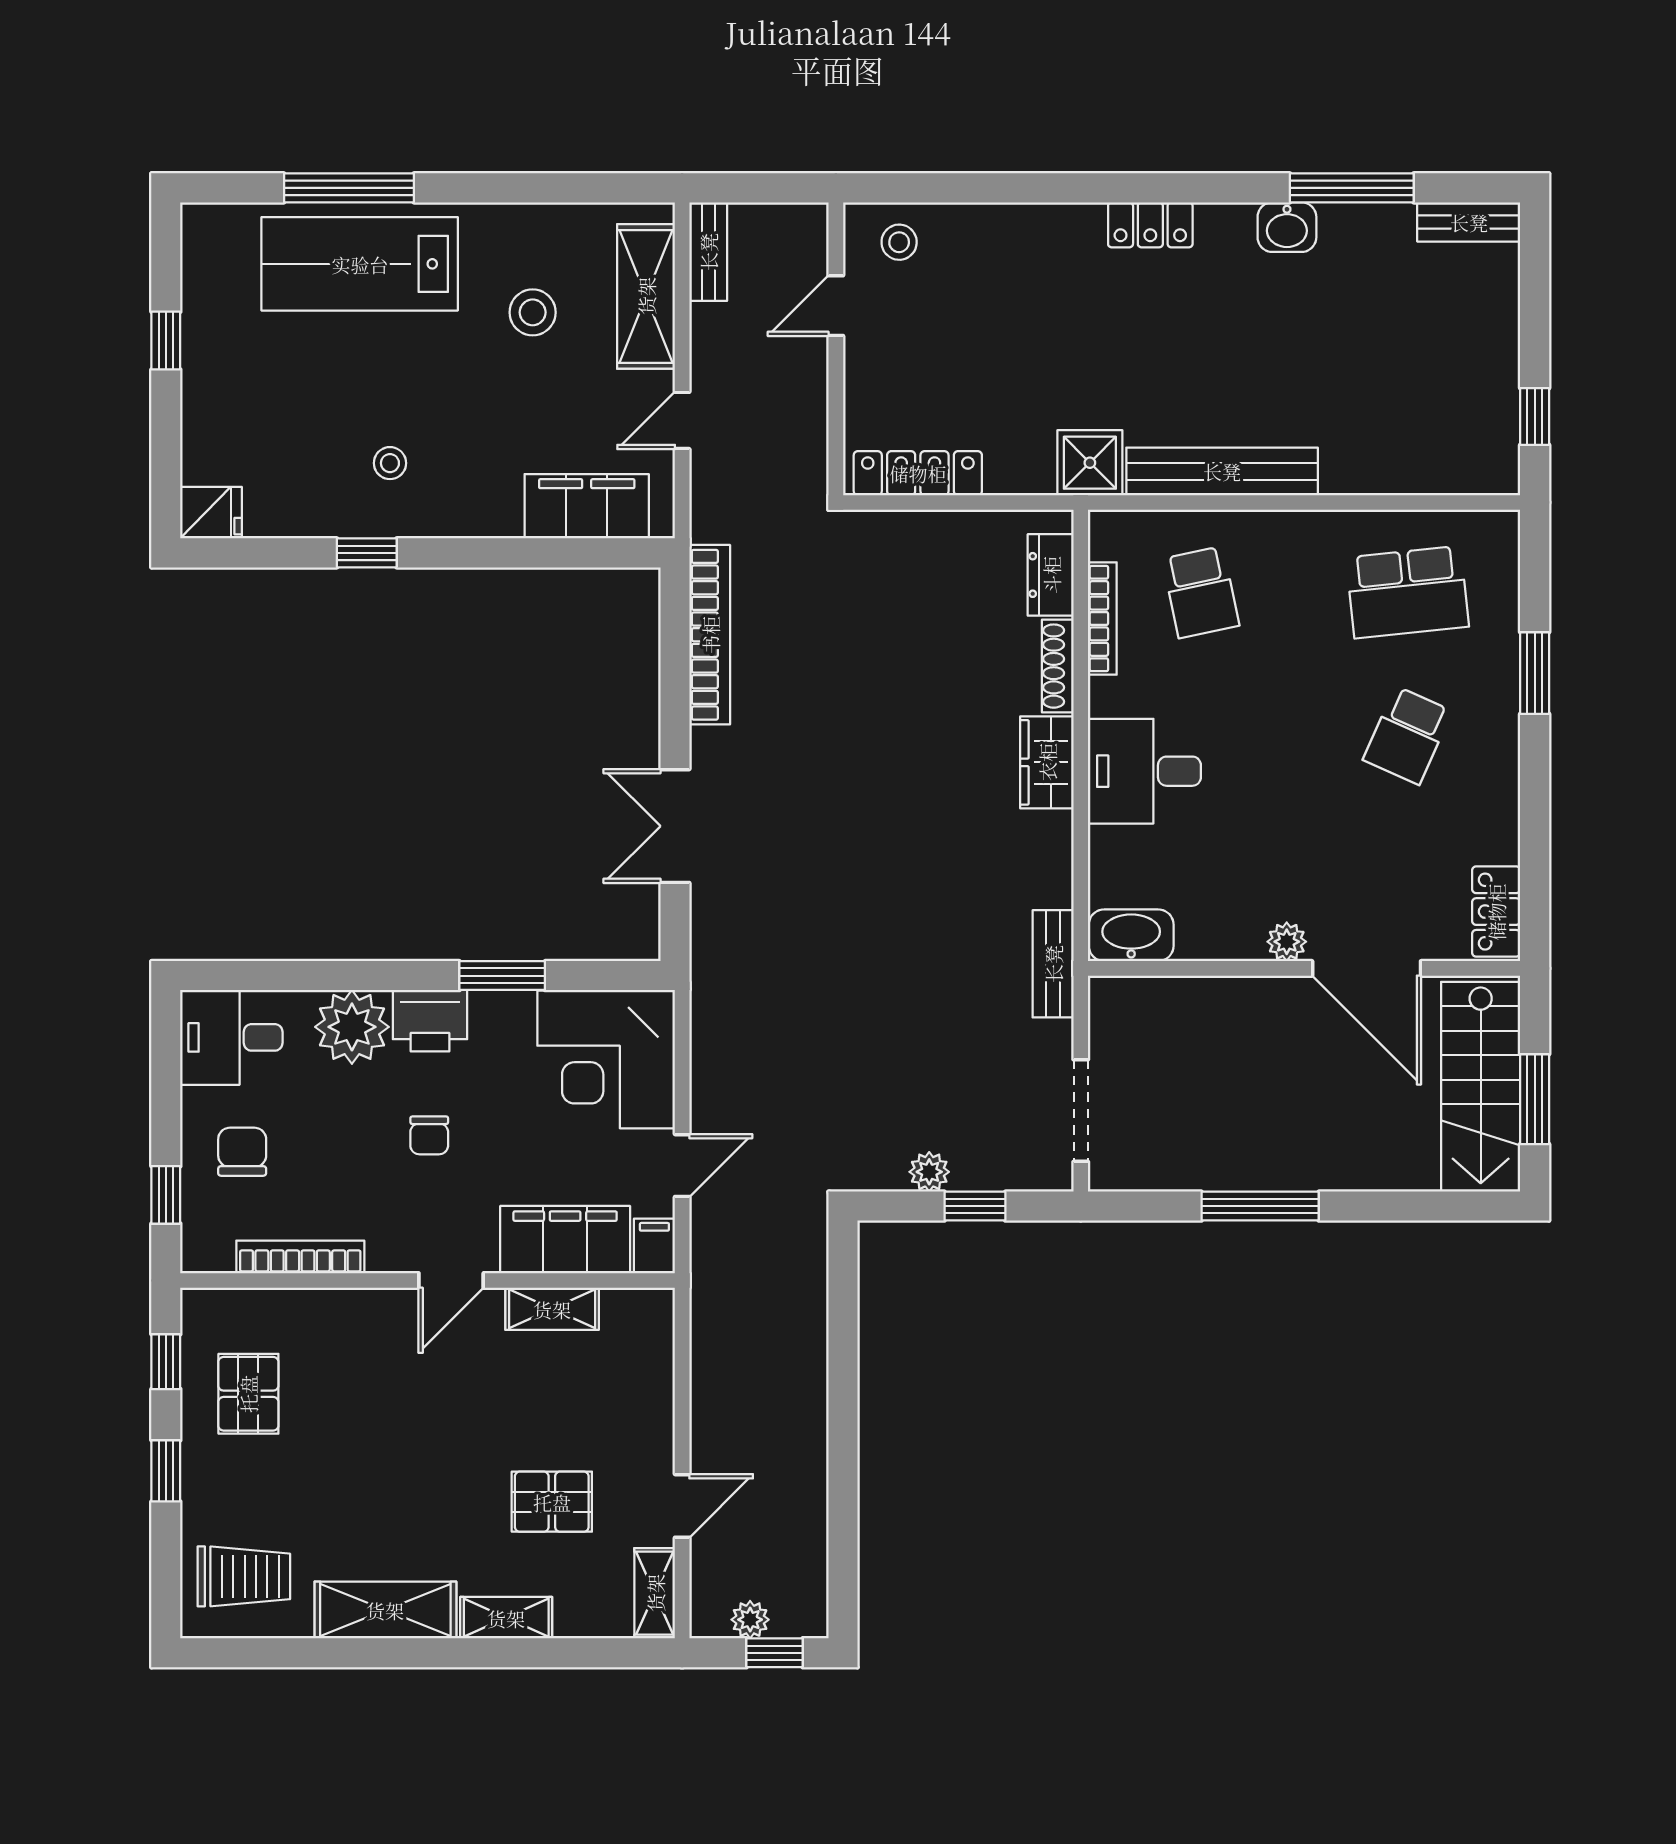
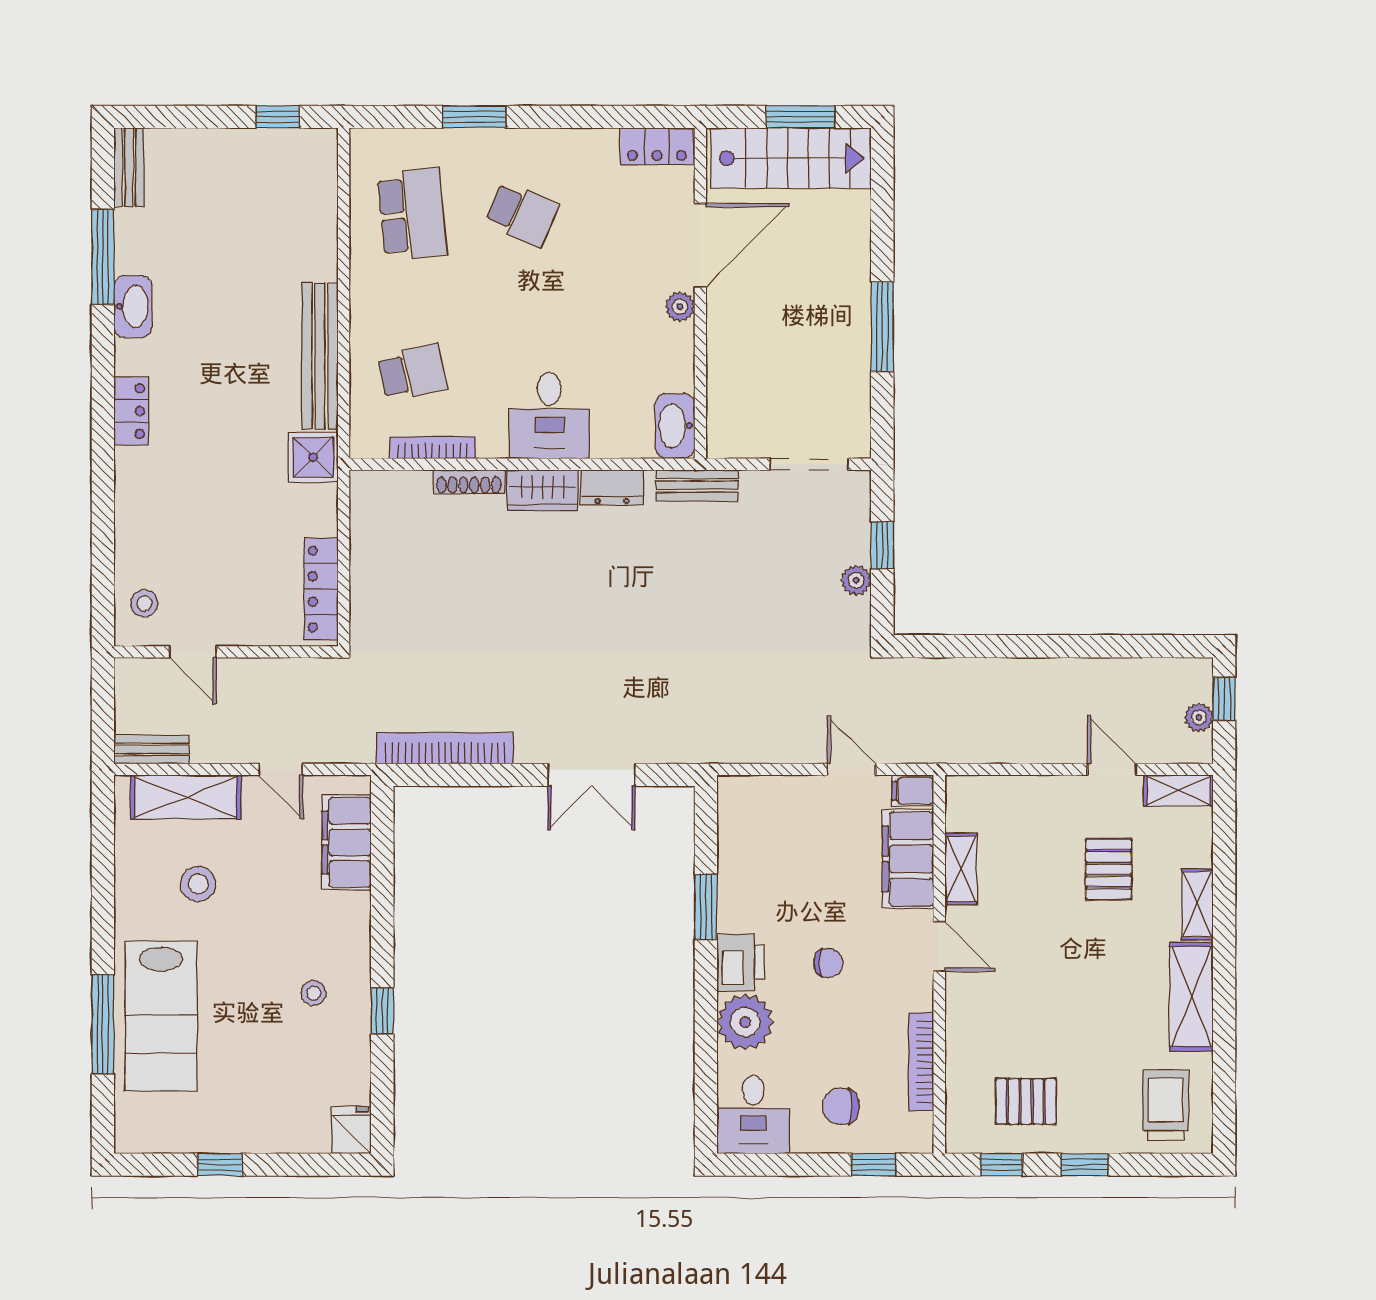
washbasin: (1287, 227) -> (133, 306), width x1.38
dresser: (1051, 575) -> (612, 487), moved
corner desk: (606, 1059) -> (770, 828), removed

